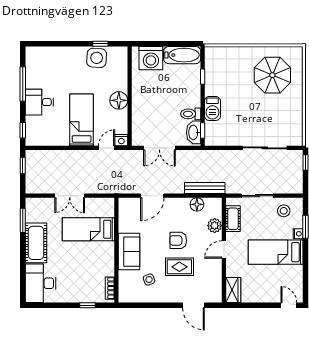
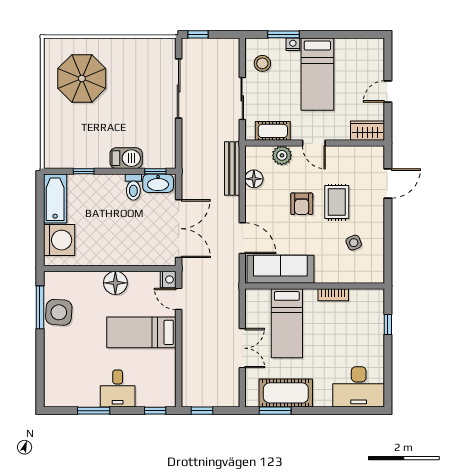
window: (100, 44) -> (40, 307), width x2.17
window: (23, 84) -> (94, 411), width x0.69
double door: (159, 148) -> (179, 229), width x1.37
cot: (36, 243) -> (286, 393), moved
sofa: (129, 252) -> (280, 269), moved, width x1.36
bookcase: (110, 288) -> (333, 295), moved
door: (289, 305) -> (388, 92), moved

